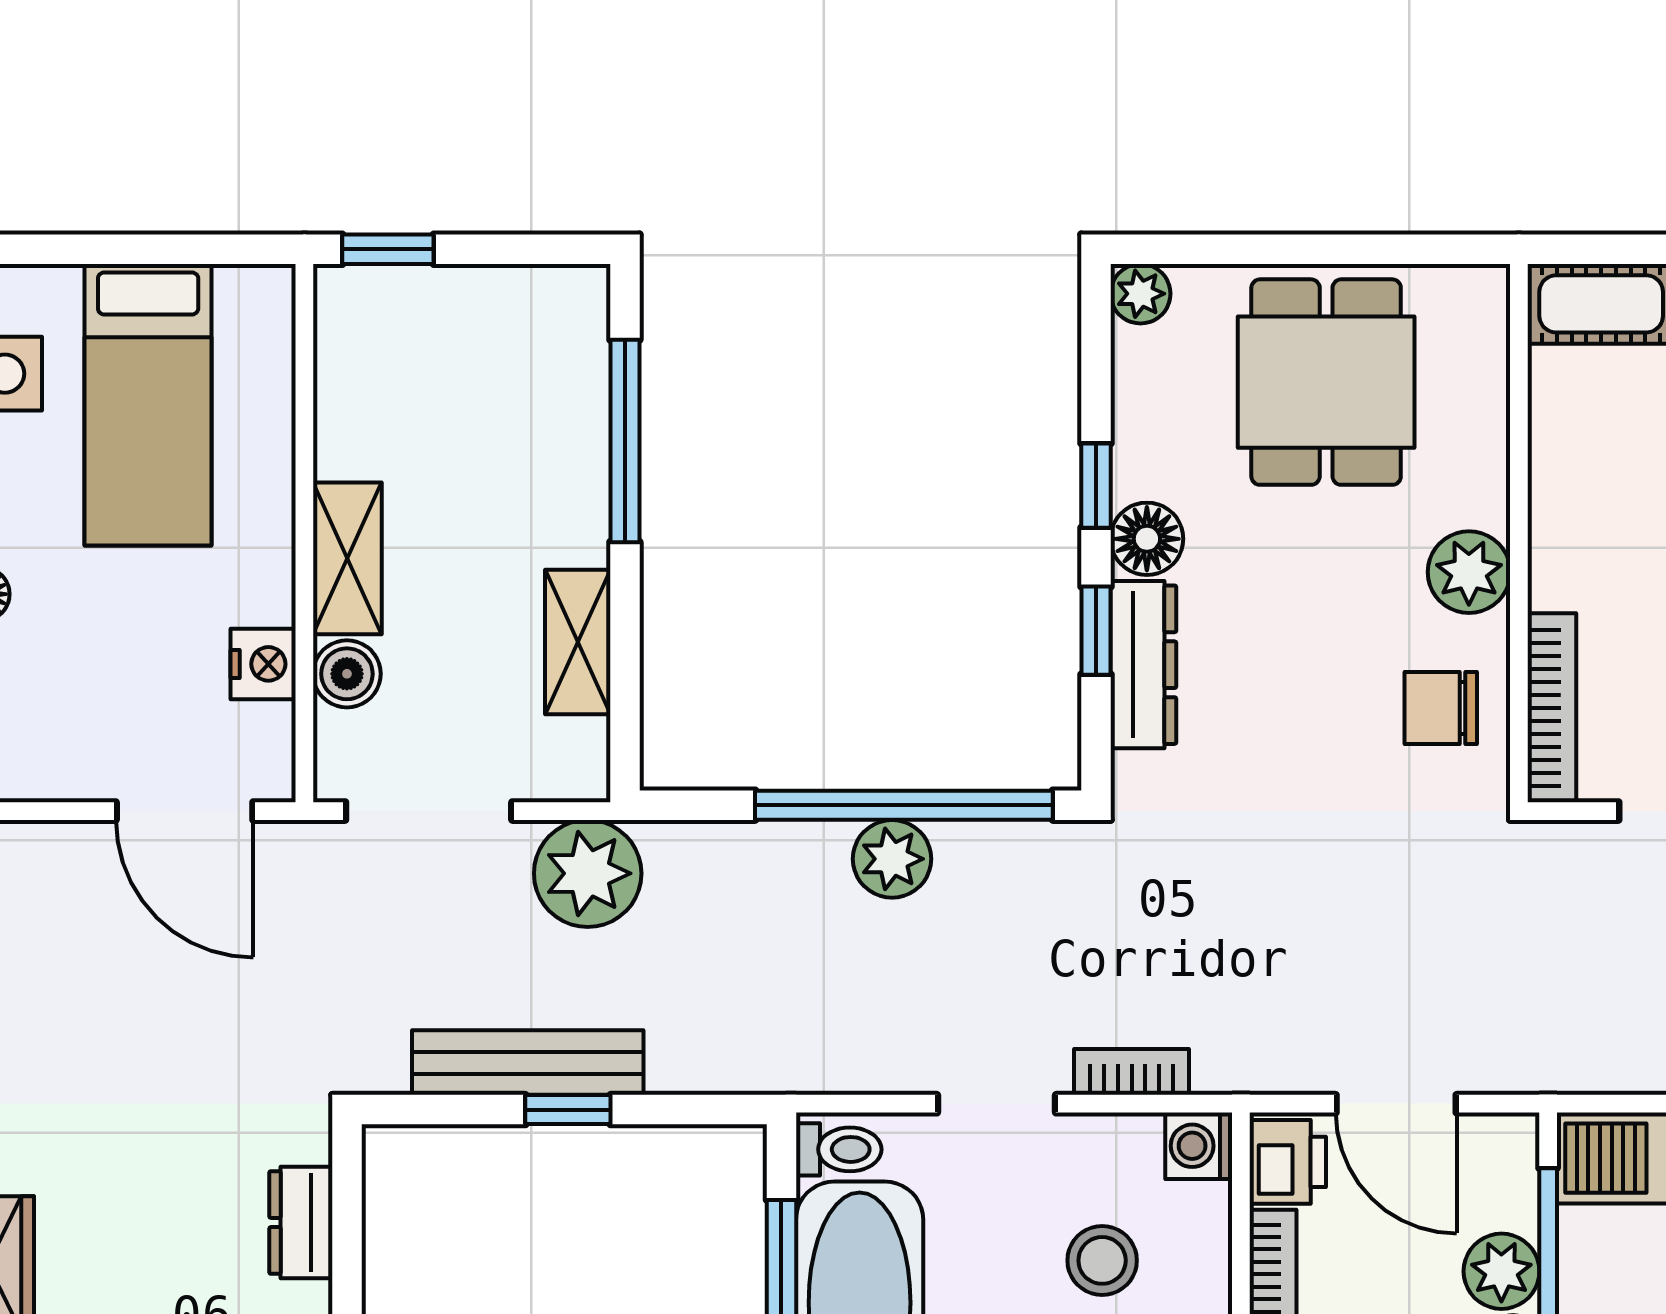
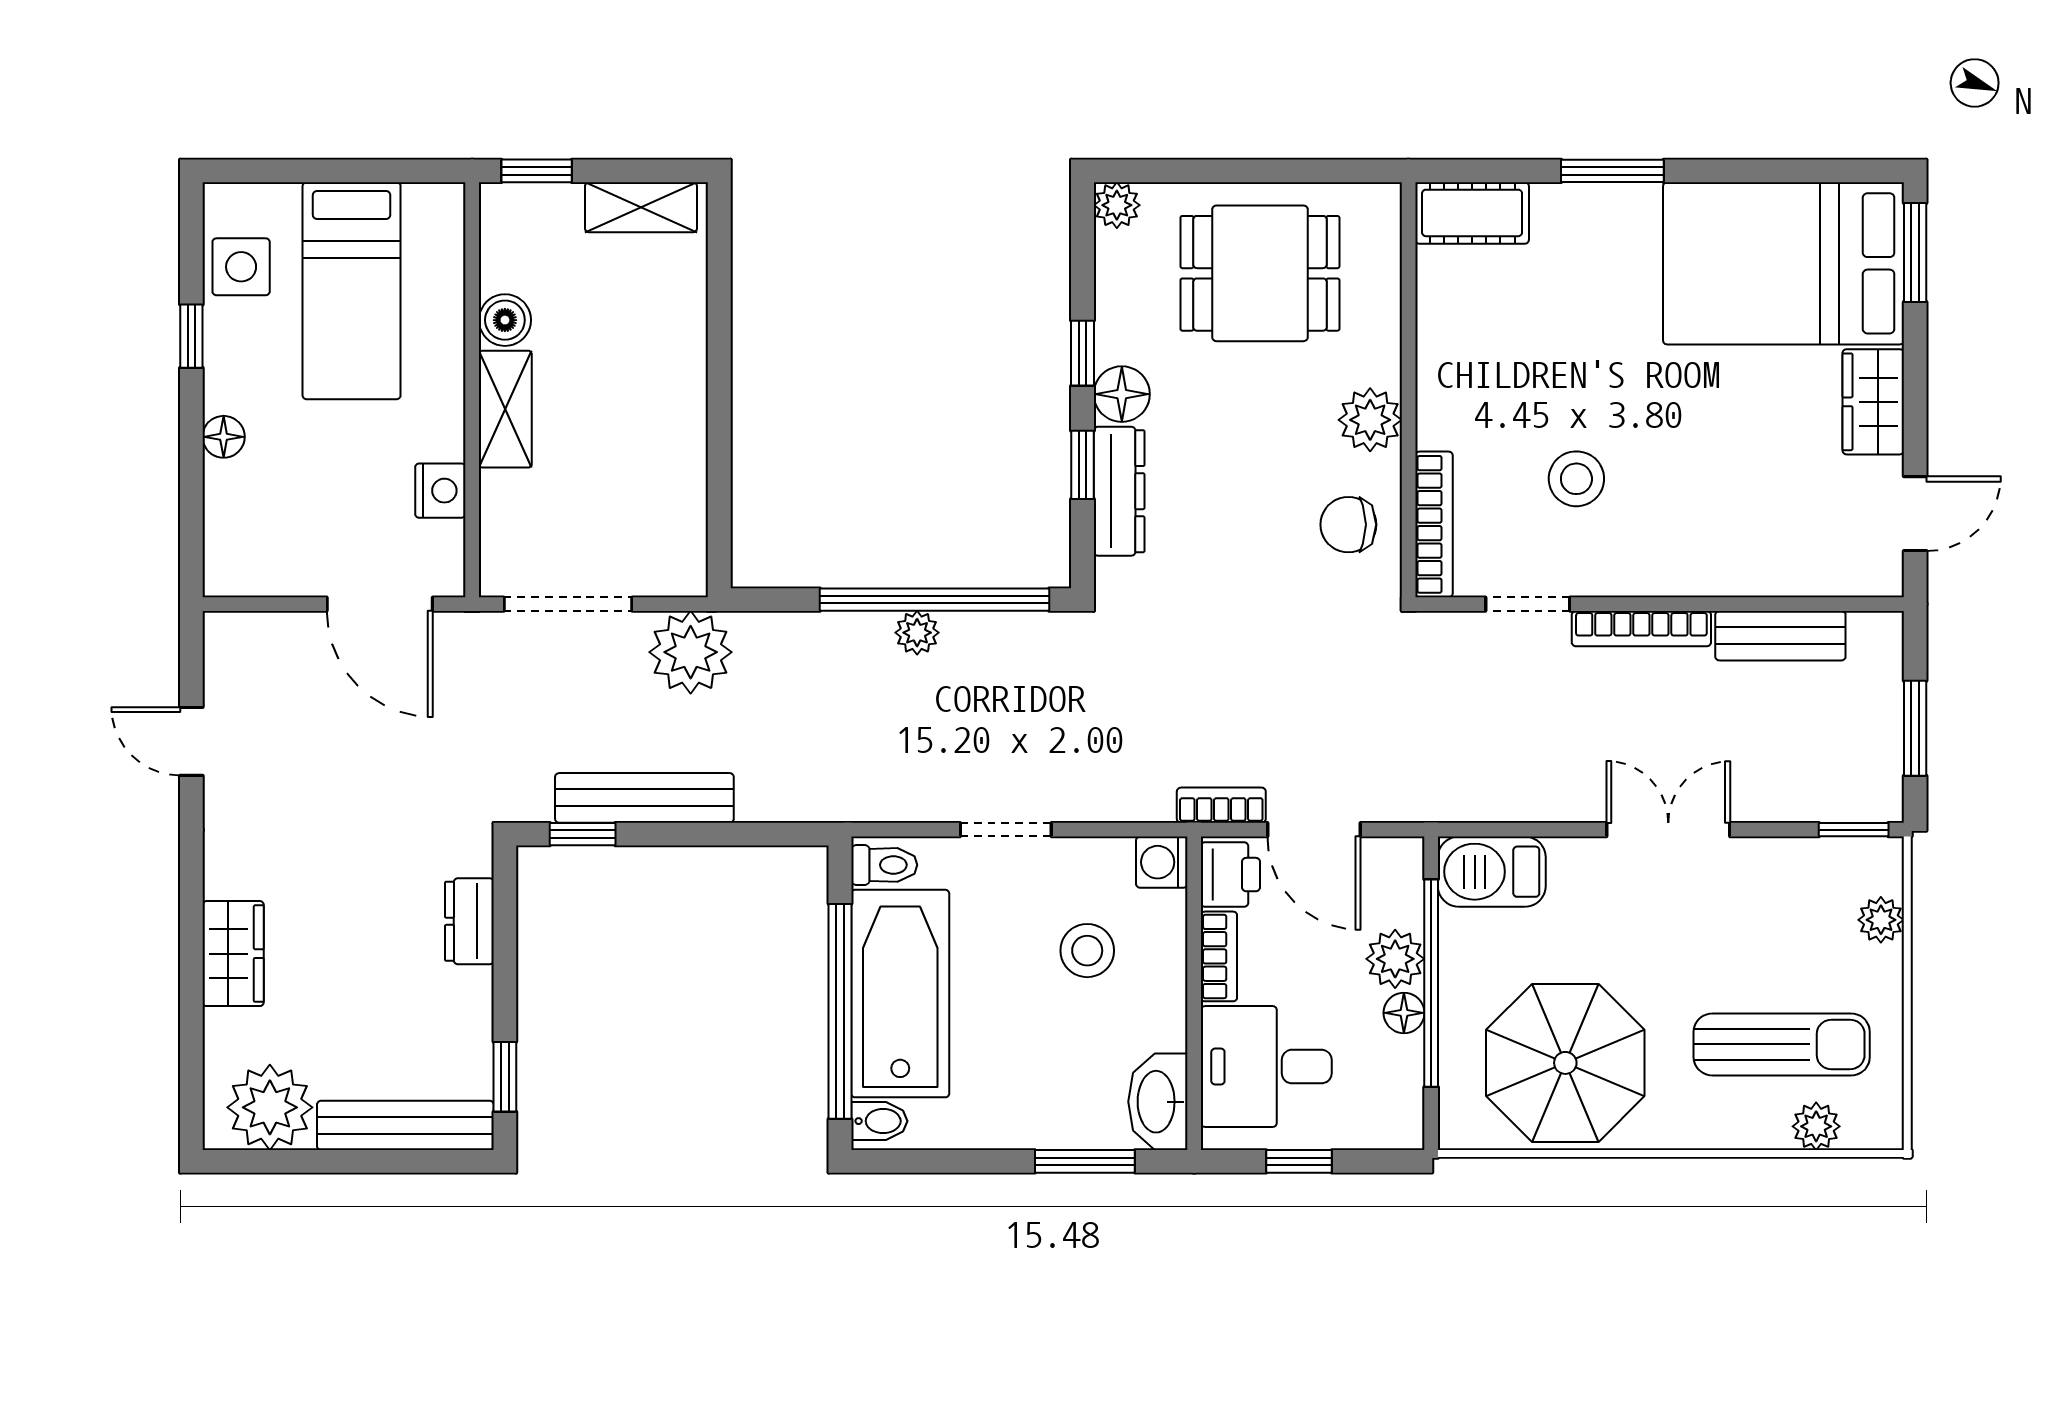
dining table: (1326, 382) -> (1260, 273), turned 90
window: (625, 441) -> (719, 319), removed
shelving: (578, 642) -> (641, 207), moved, turned 90
boiler: (347, 674) -> (505, 320), moved
plant: (892, 859) -> (917, 633), width x0.73, depth x0.73
bookcase: (1132, 1072) -> (1221, 805), moved
window: (568, 1110) -> (583, 834), moved

